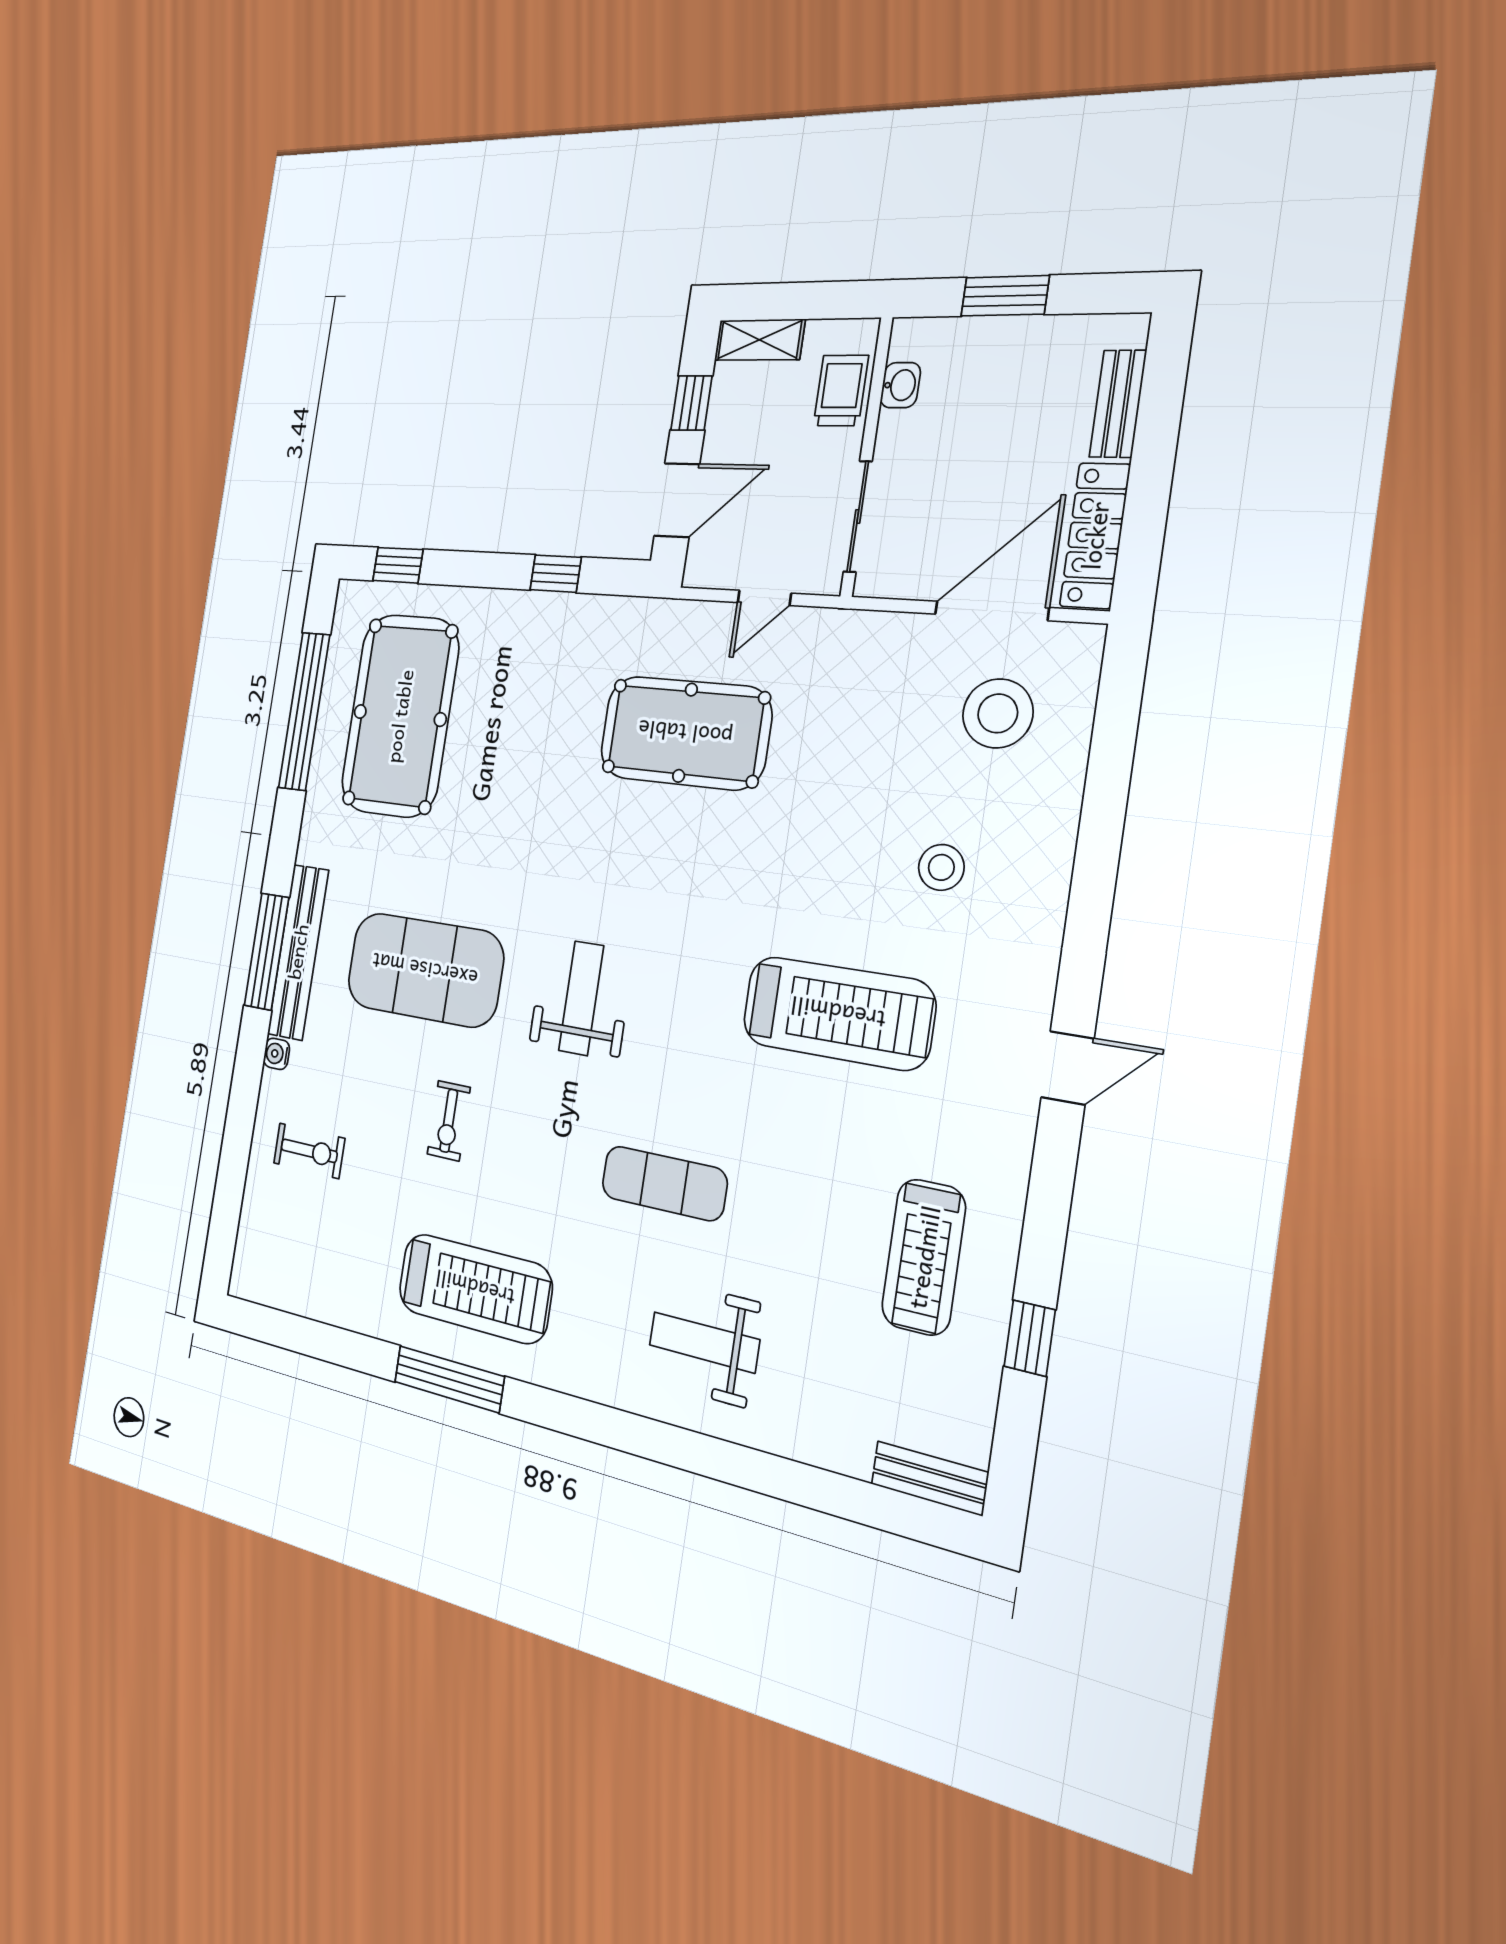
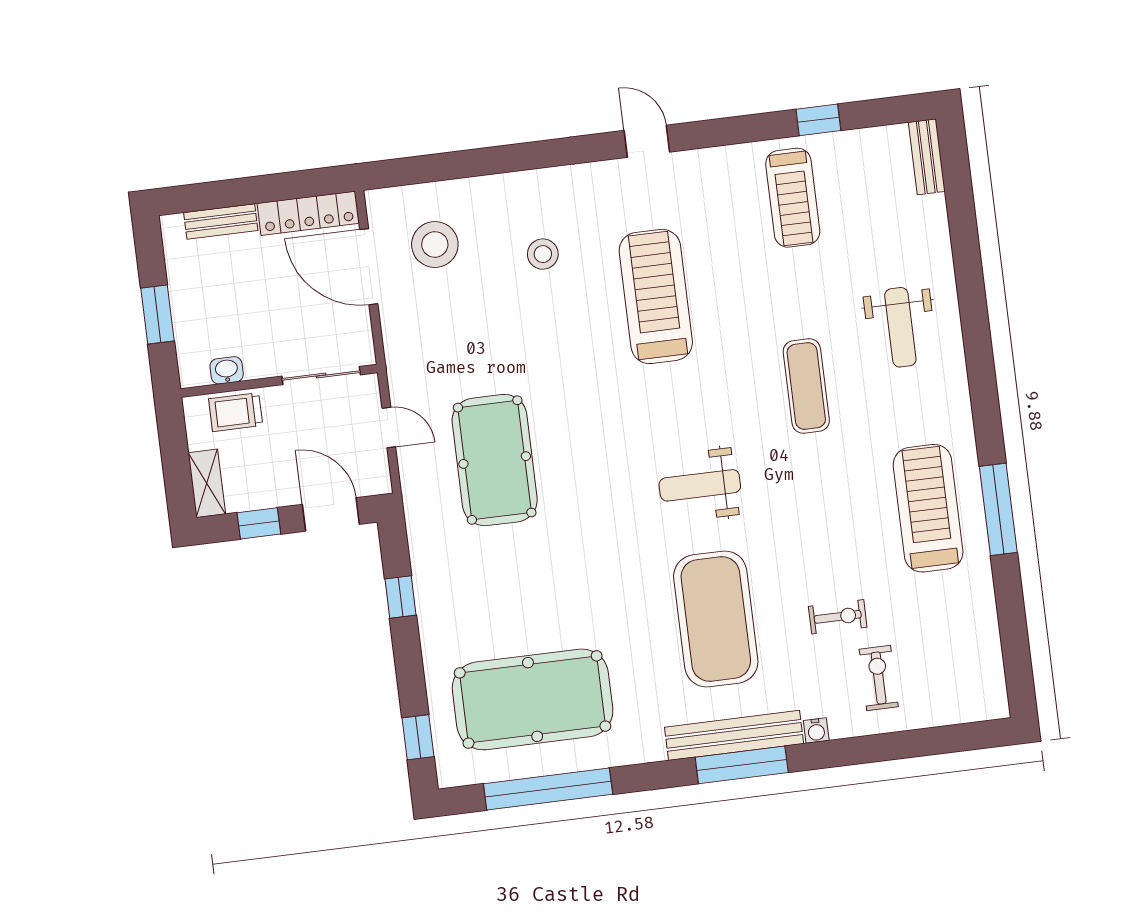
exercise bike: (449, 1121) -> (838, 617), moved
treadmill: (924, 1257) -> (793, 198), turned 90

